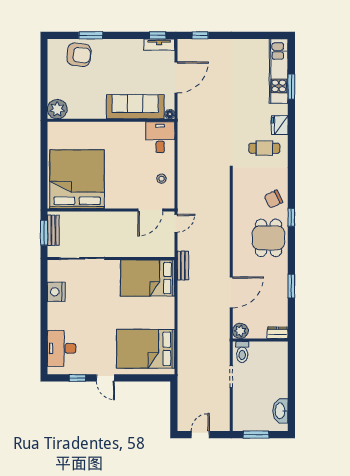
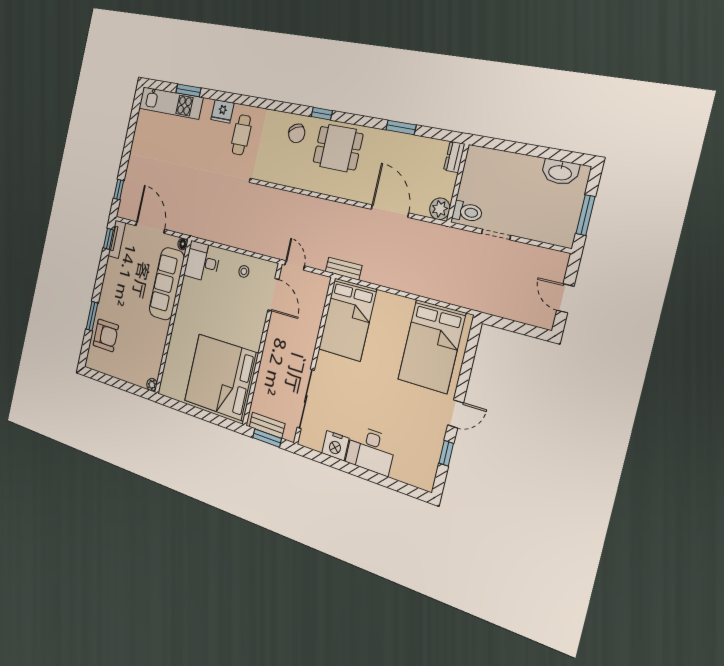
armchair: (79, 55) -> (106, 335), turned 83
plant: (57, 109) -> (152, 385), width x0.53, depth x0.53
desk: (62, 348) -> (371, 450), moved

